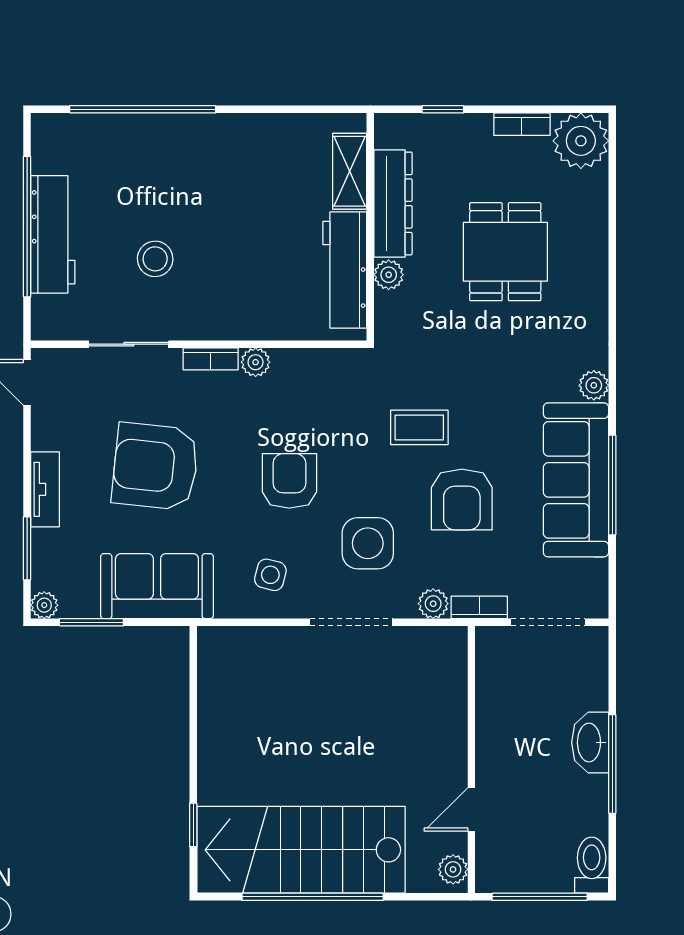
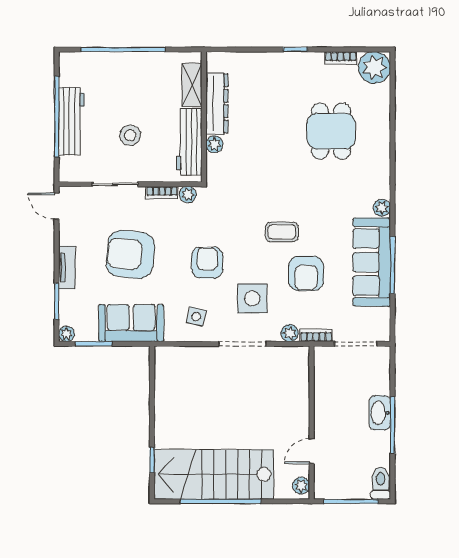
shelving: (350, 171) -> (192, 85), moved
dresser: (393, 203) -> (217, 103), moved
wall: (370, 227) -> (204, 117), moved
workbench: (345, 270) -> (189, 142), moved
plant: (389, 275) -> (214, 144), moved

